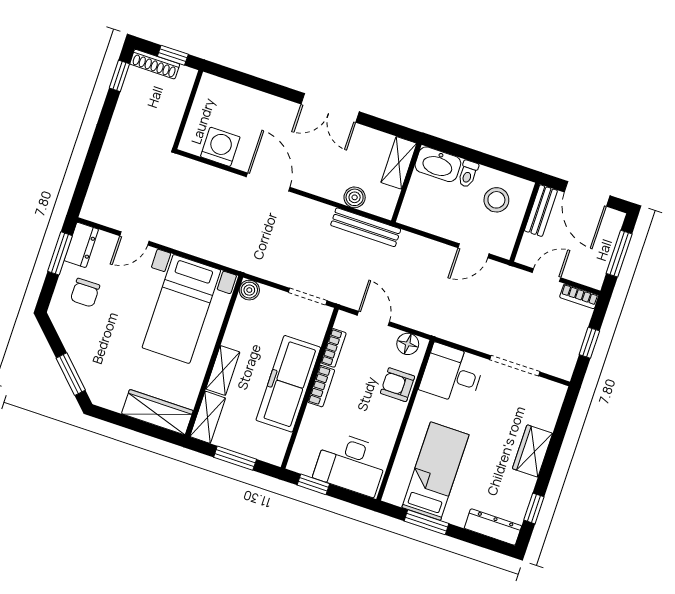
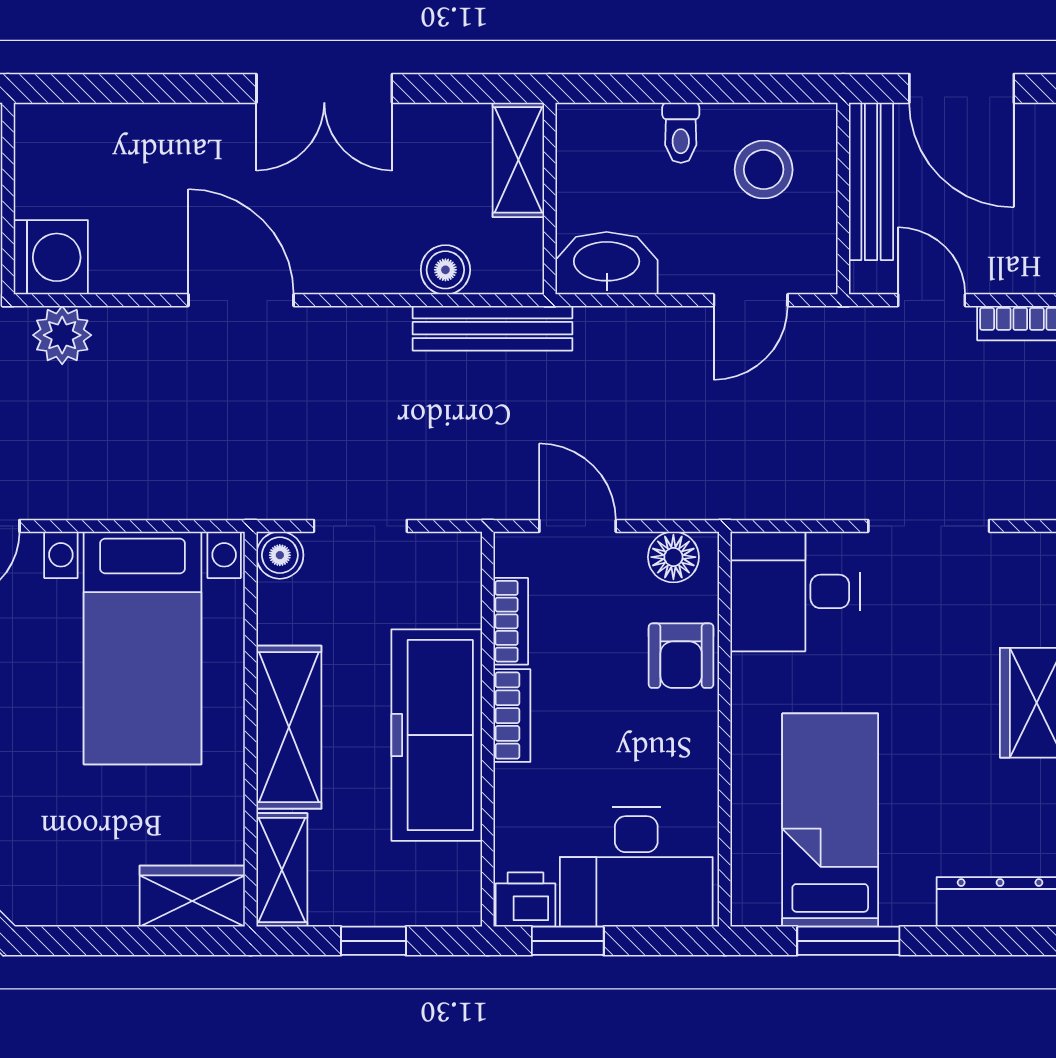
washing machine: (220, 147) -> (51, 257), moved, turned 90
washbasin: (438, 164) -> (607, 263), moved, turned 180
plant: (191, 172) -> (62, 335), added
bench: (541, 211) -> (871, 181), width x1.36
door: (546, 275) -> (932, 300), hinge flipped
doorway: (308, 296) -> (360, 526), moved
shelving: (223, 370) -> (289, 727), width x1.50, depth x1.33
armchair: (398, 385) -> (681, 656), turned -90
wardrobe: (157, 412) -> (192, 896), width x0.67
window: (235, 458) -> (373, 941), width x0.67
printer: (302, 462) -> (525, 900), added

